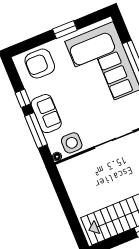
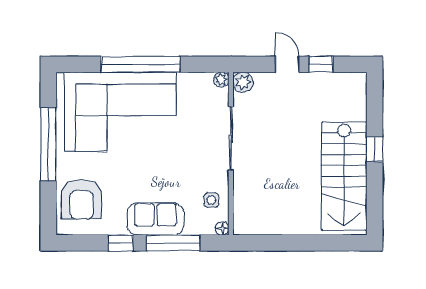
window: (65, 30) -> (48, 144), width x2.11
side table: (72, 143) -> (211, 200), width x0.54, depth x0.54

